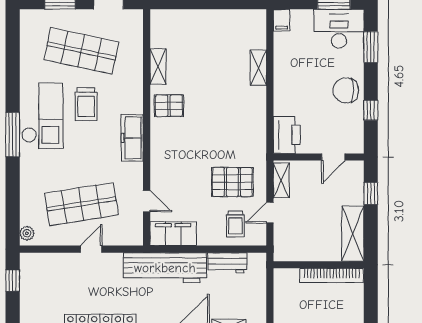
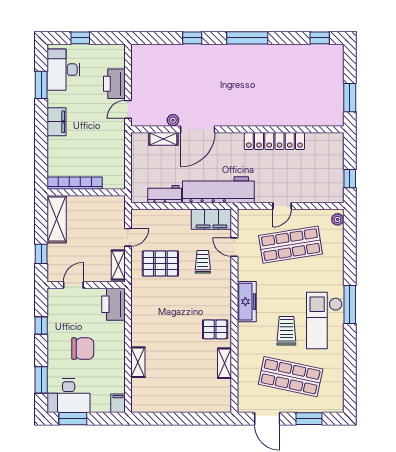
chair: (346, 90) -> (83, 349), moved
trolley: (235, 224) -> (203, 262), moved

